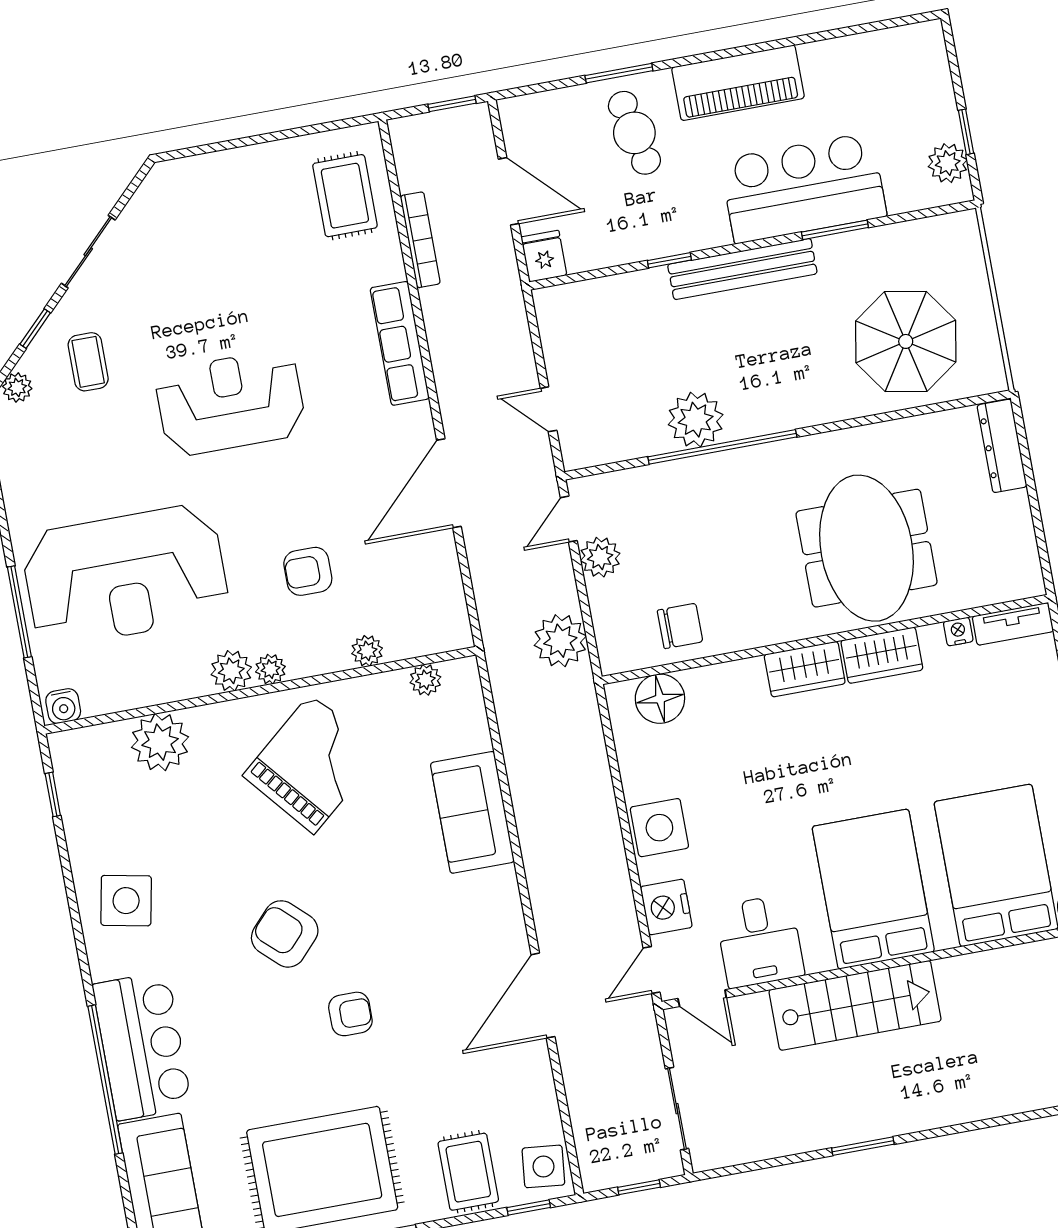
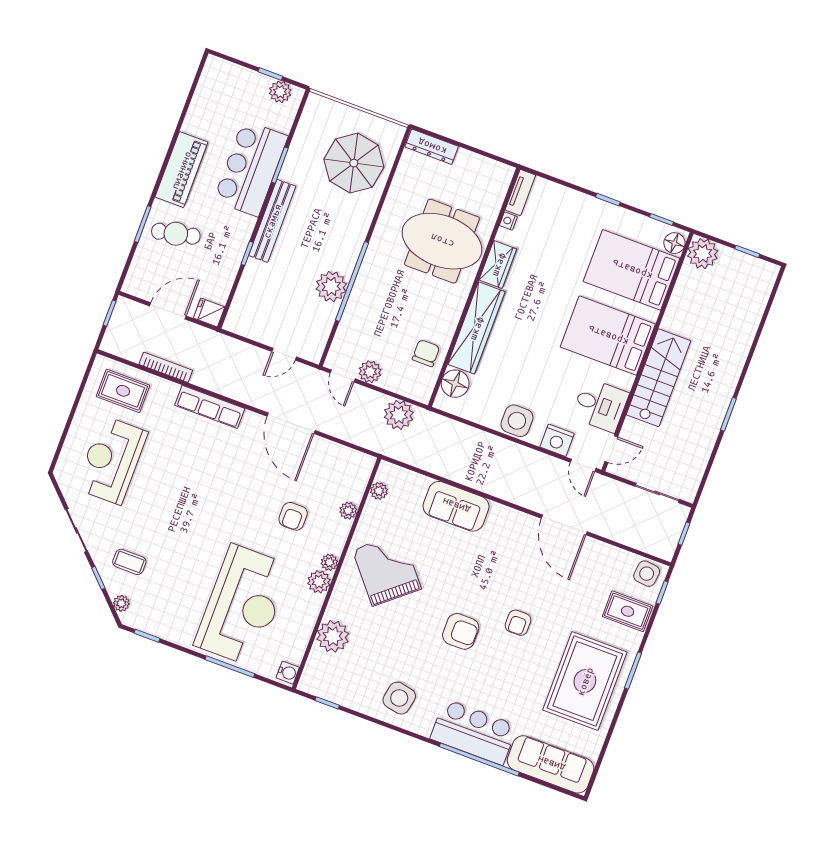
reception desk: (231, 403) -> (112, 460), moved
wardrobe: (805, 669) -> (476, 328), width x2.10, depth x1.17
armchair: (285, 934) -> (461, 631), turned -133
armchair: (350, 1014) -> (518, 623), turned 180

